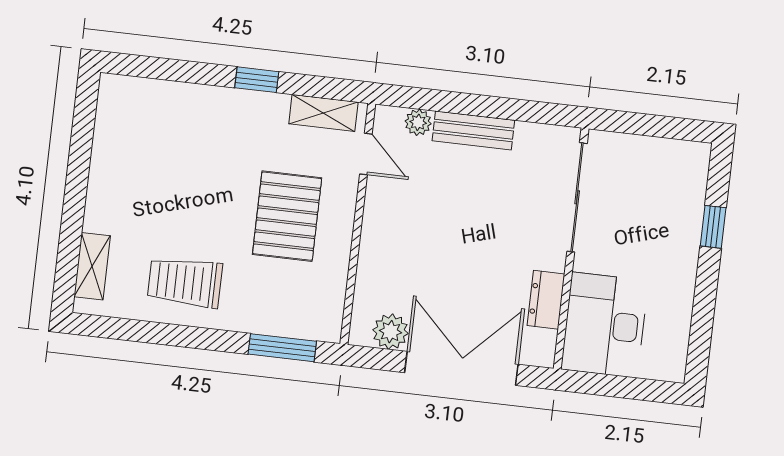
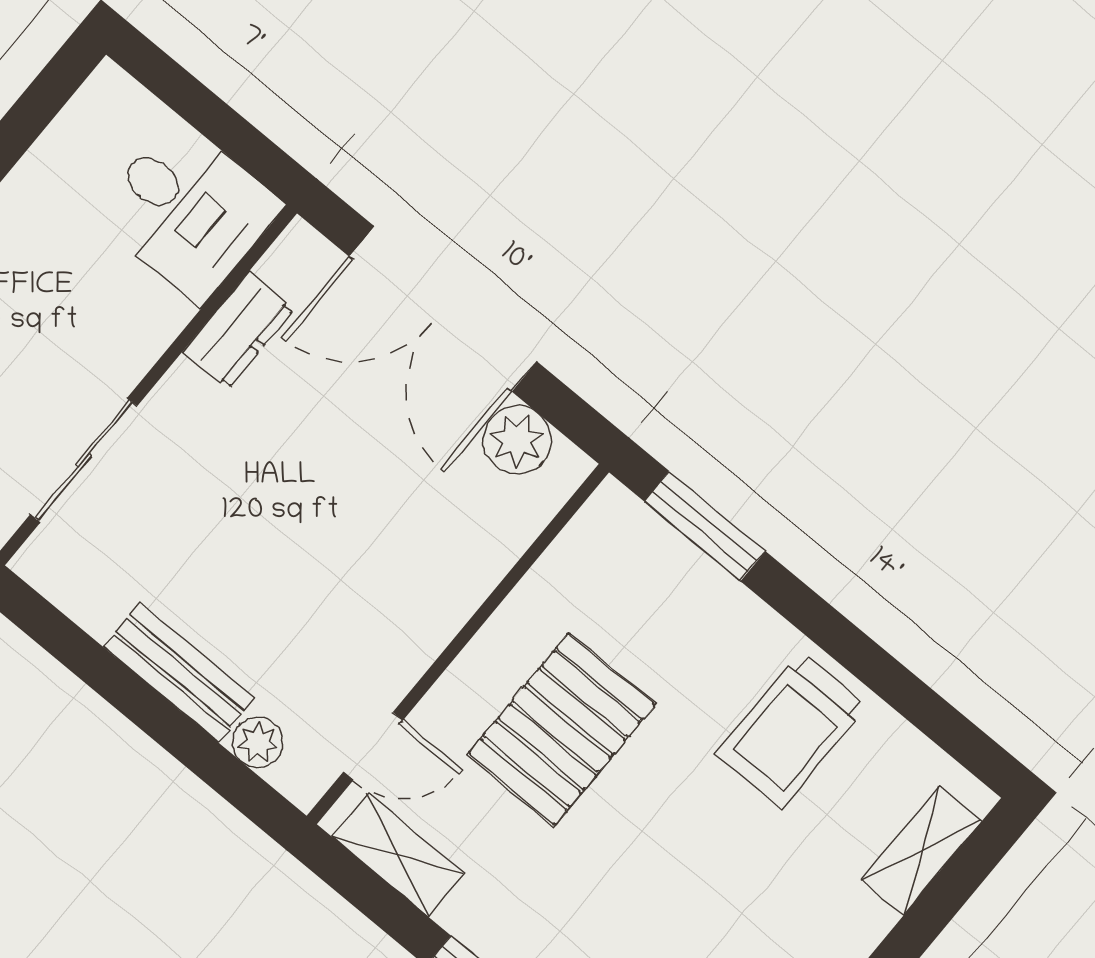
door: (366, 154) -> (373, 746), swing flipped
sliding door: (577, 197) -> (84, 460), width x0.73
trolley: (185, 282) -> (791, 730), turned 90
desk: (605, 325) -> (188, 210), width x0.73

